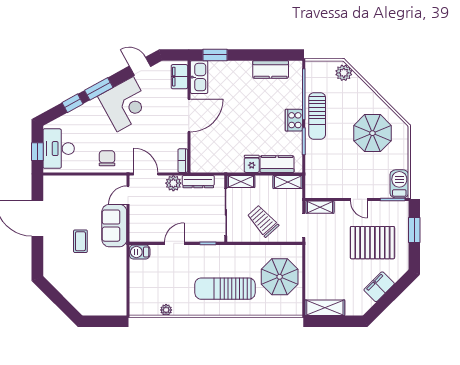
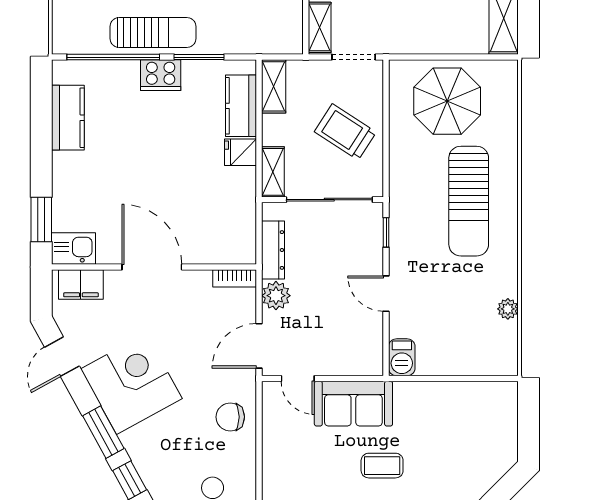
kitchen sink: (199, 77) -> (74, 249), width x0.73
trolley: (263, 221) -> (345, 132), turned 75

